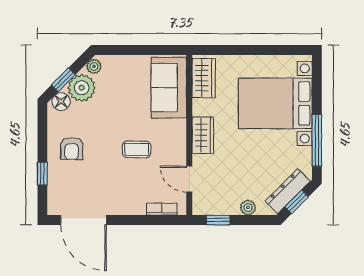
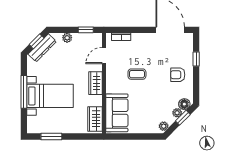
window: (273, 50) -> (51, 137), added
plant: (82, 88) -> (177, 113), width x0.53, depth x0.53
bed with nightstands: (275, 103) -> (50, 96), width x0.73
window: (317, 140) -> (24, 92), moved
armchair: (72, 149) -> (178, 75), turned -90
door: (189, 179) -> (104, 56), swing flipped

